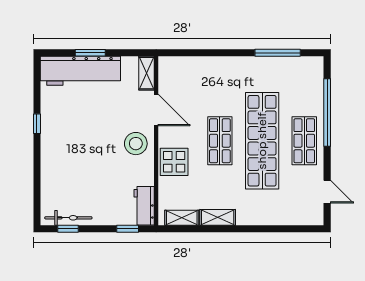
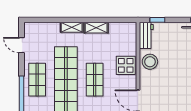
stool: (136, 144) -> (150, 62), moved
shelving: (182, 218) -> (72, 27), moved

